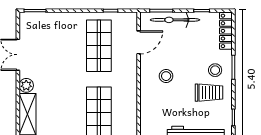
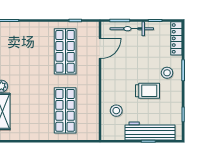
stool: (166, 76) -> (116, 111), moved
trolley: (209, 93) -> (148, 91), moved

